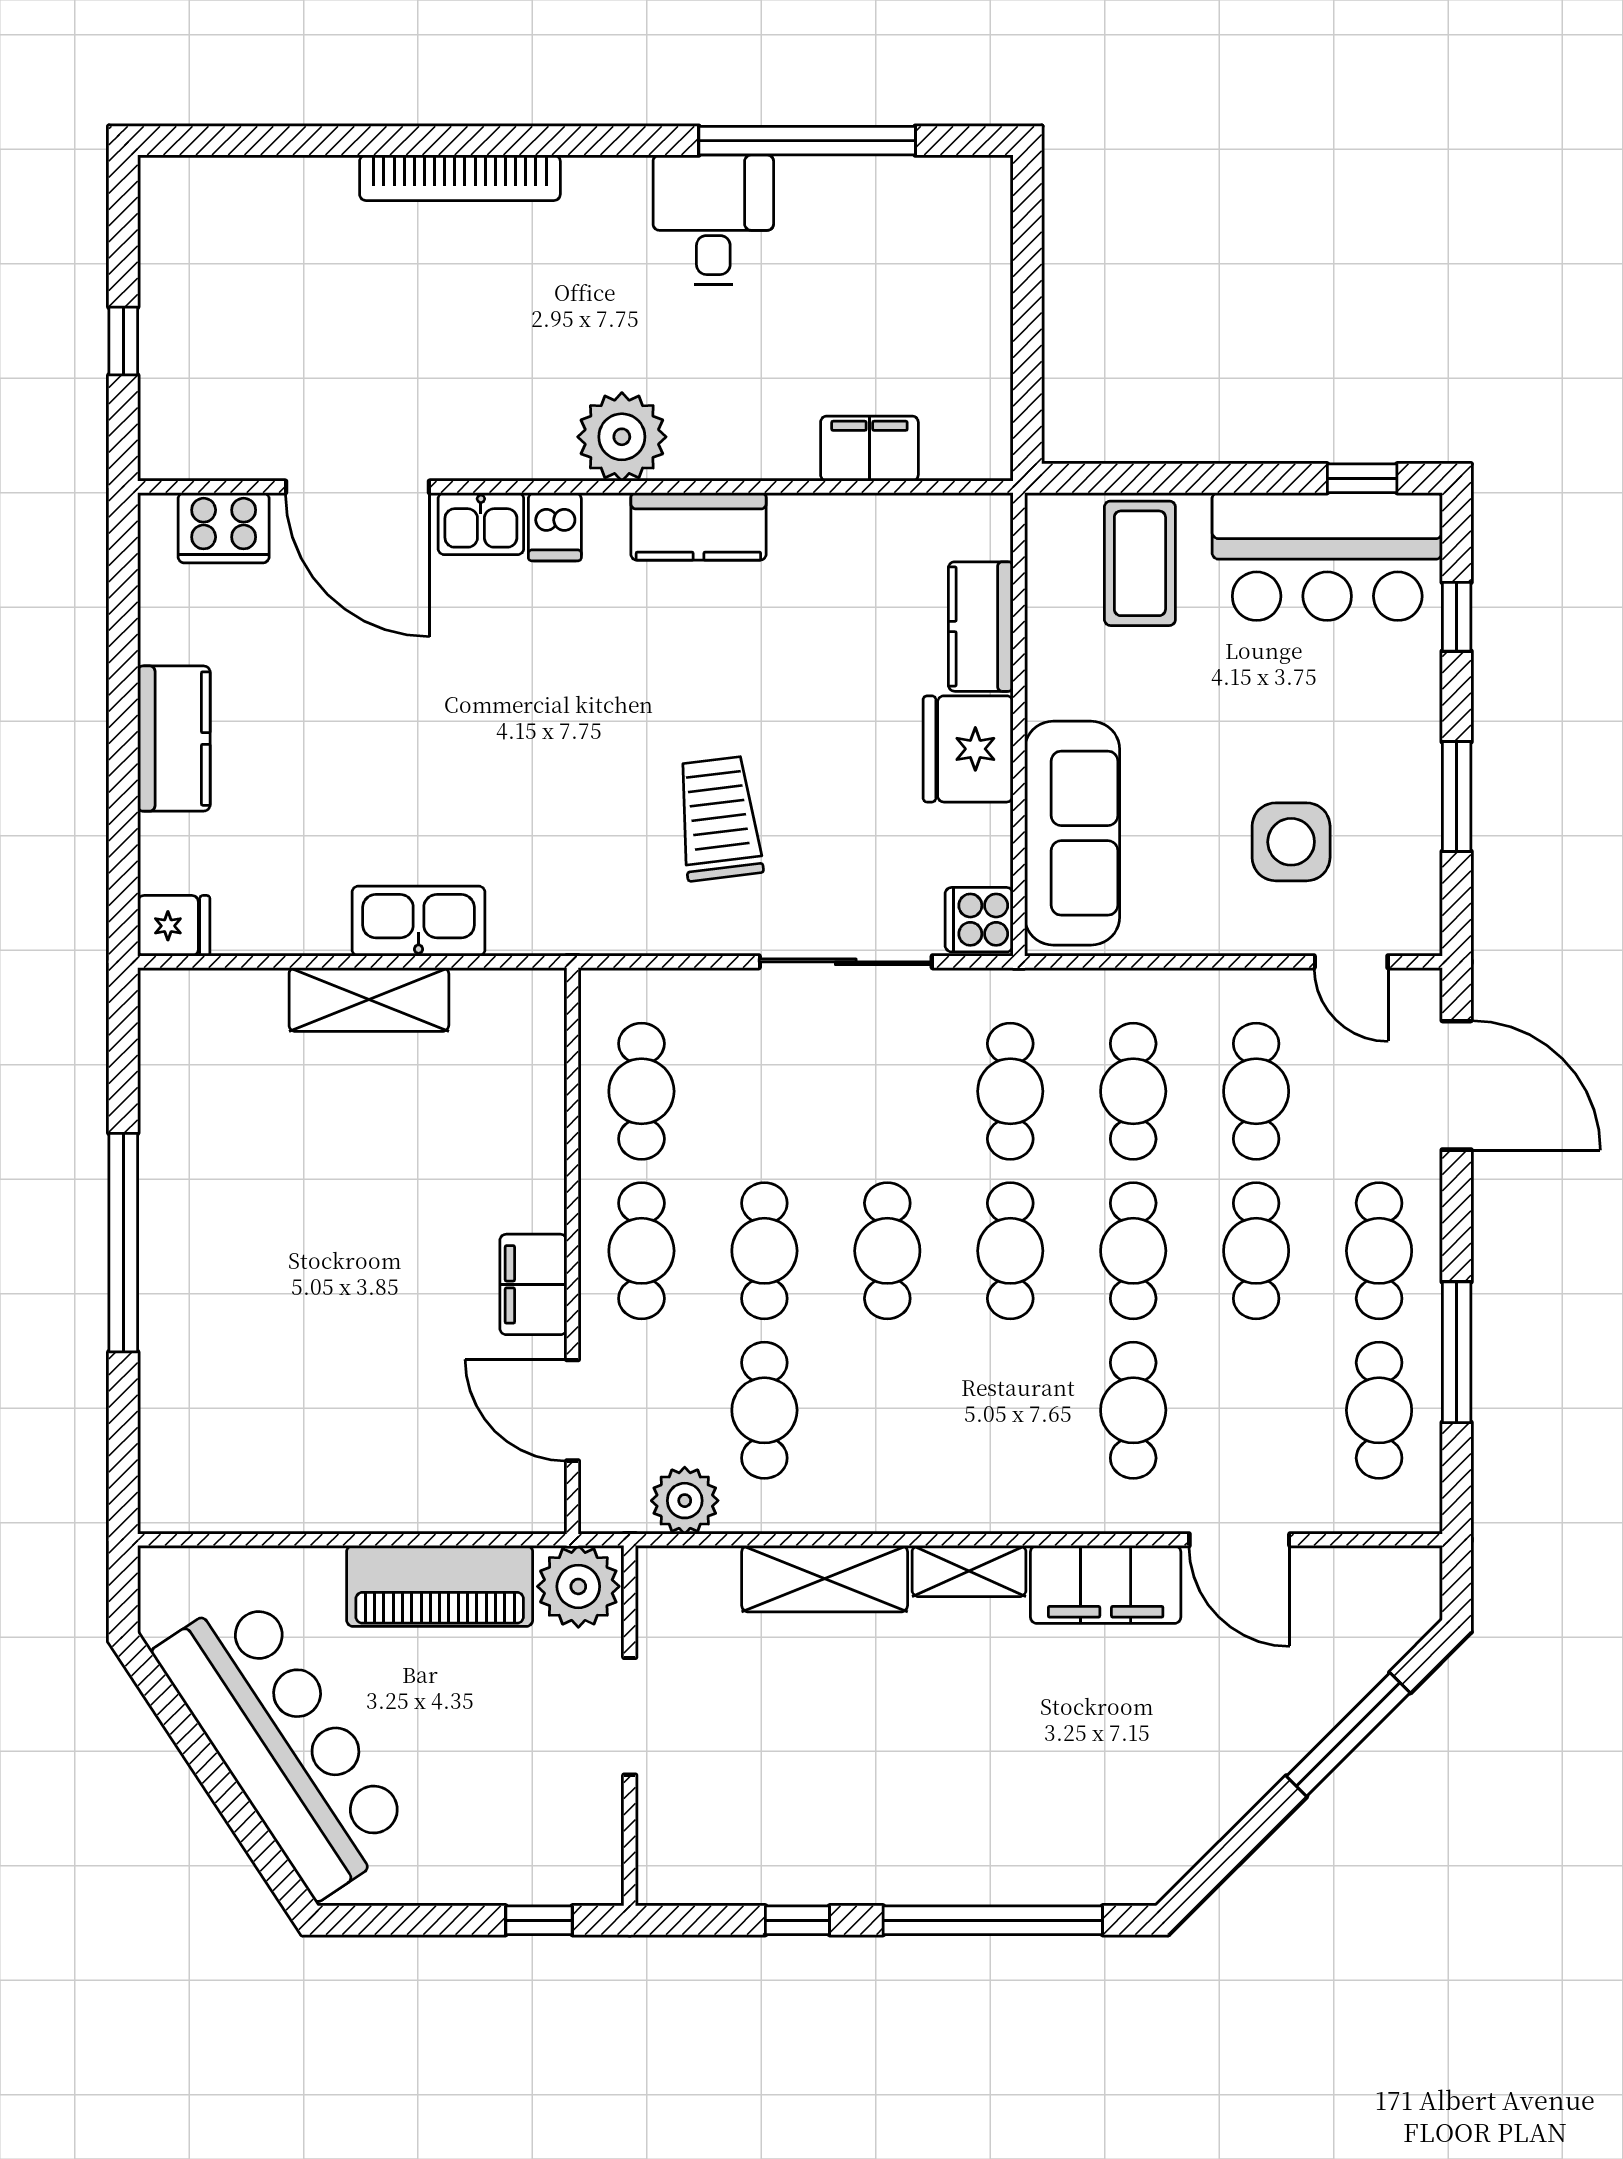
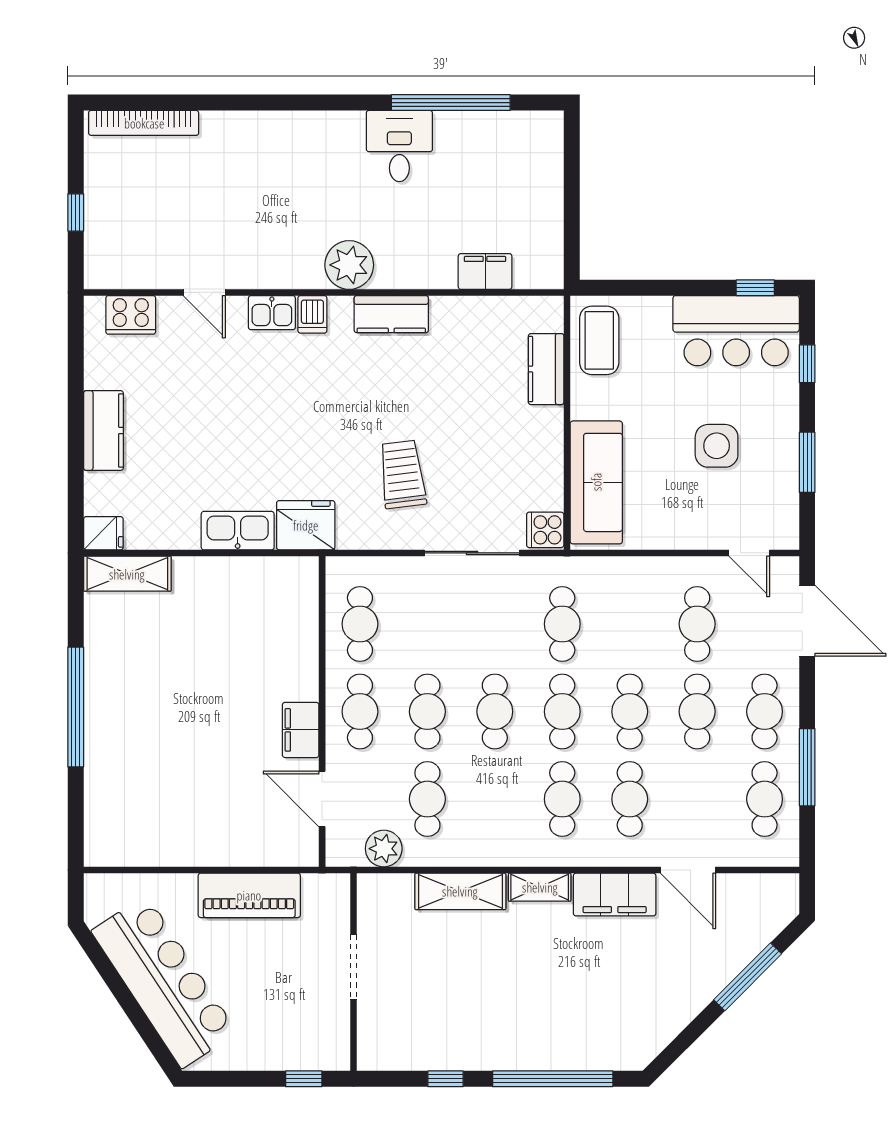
bookcase: (460, 178) -> (144, 123), moved
door: (357, 487) -> (204, 292), width x0.53
coffee table: (1140, 563) -> (599, 340), moved
fridge: (968, 749) -> (306, 525), moved, turned 90
side table: (1291, 842) -> (717, 446), moved
shelving: (369, 999) -> (127, 574), moved
cafe table: (1133, 1091) -> (562, 799), moved
plant: (578, 1586) -> (325, 896), removed

